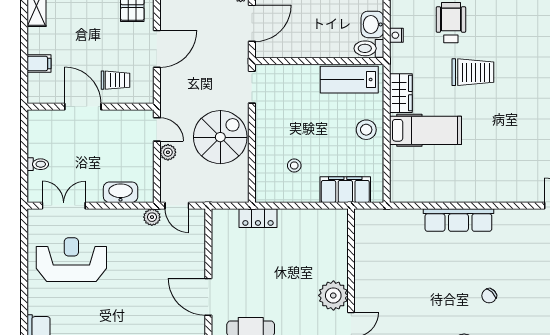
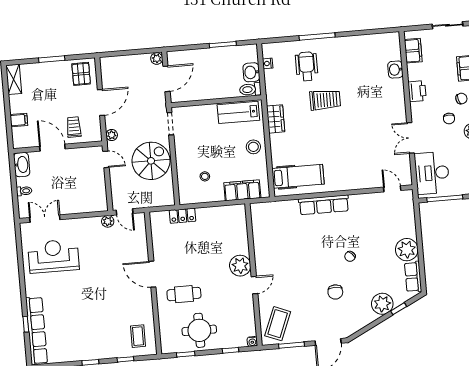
nightstand: (396, 35) -> (268, 63), moved
trolley: (116, 80) -> (74, 127), turned -90
hospital bed: (425, 130) -> (298, 176), moved
plant: (168, 152) -> (112, 135), moved
washbasin: (121, 192) -> (22, 165), moved, turned 90

